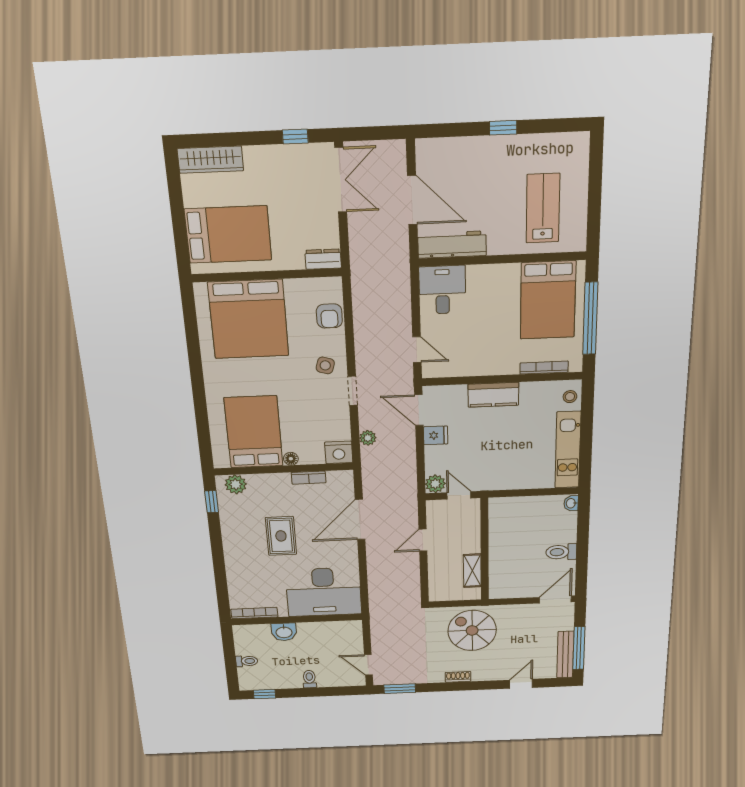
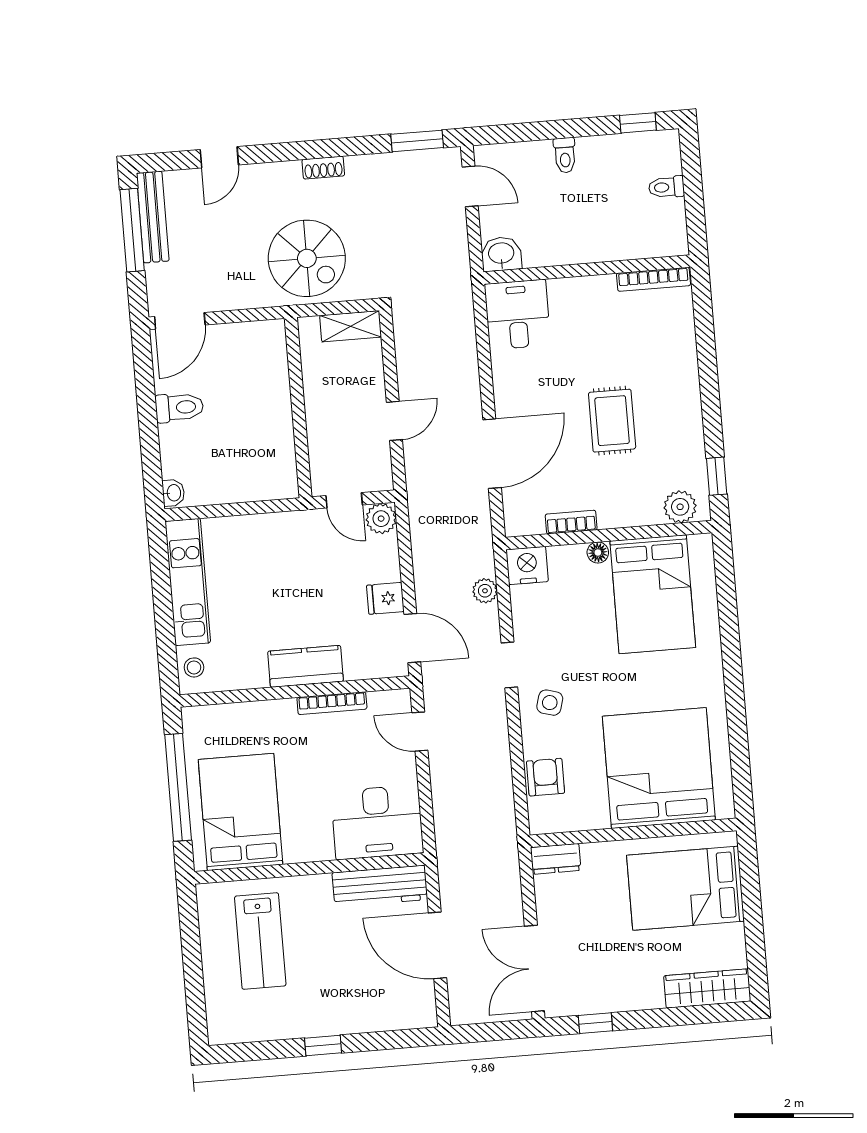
desk: (442, 290) -> (377, 822), width x1.37
bookcase: (544, 368) -> (332, 703), moved
shelving: (472, 571) -> (351, 326), moved, turned 90
desk: (324, 592) -> (517, 315), width x0.53, depth x0.77
washbasin: (284, 632) -> (501, 254), moved

